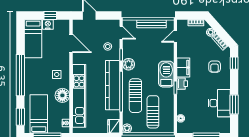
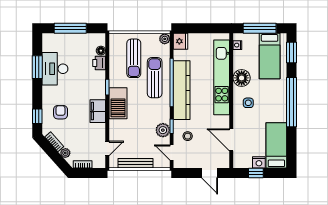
plant: (129, 64) -> (163, 130), moved
printer: (182, 84) -> (99, 63), moved

